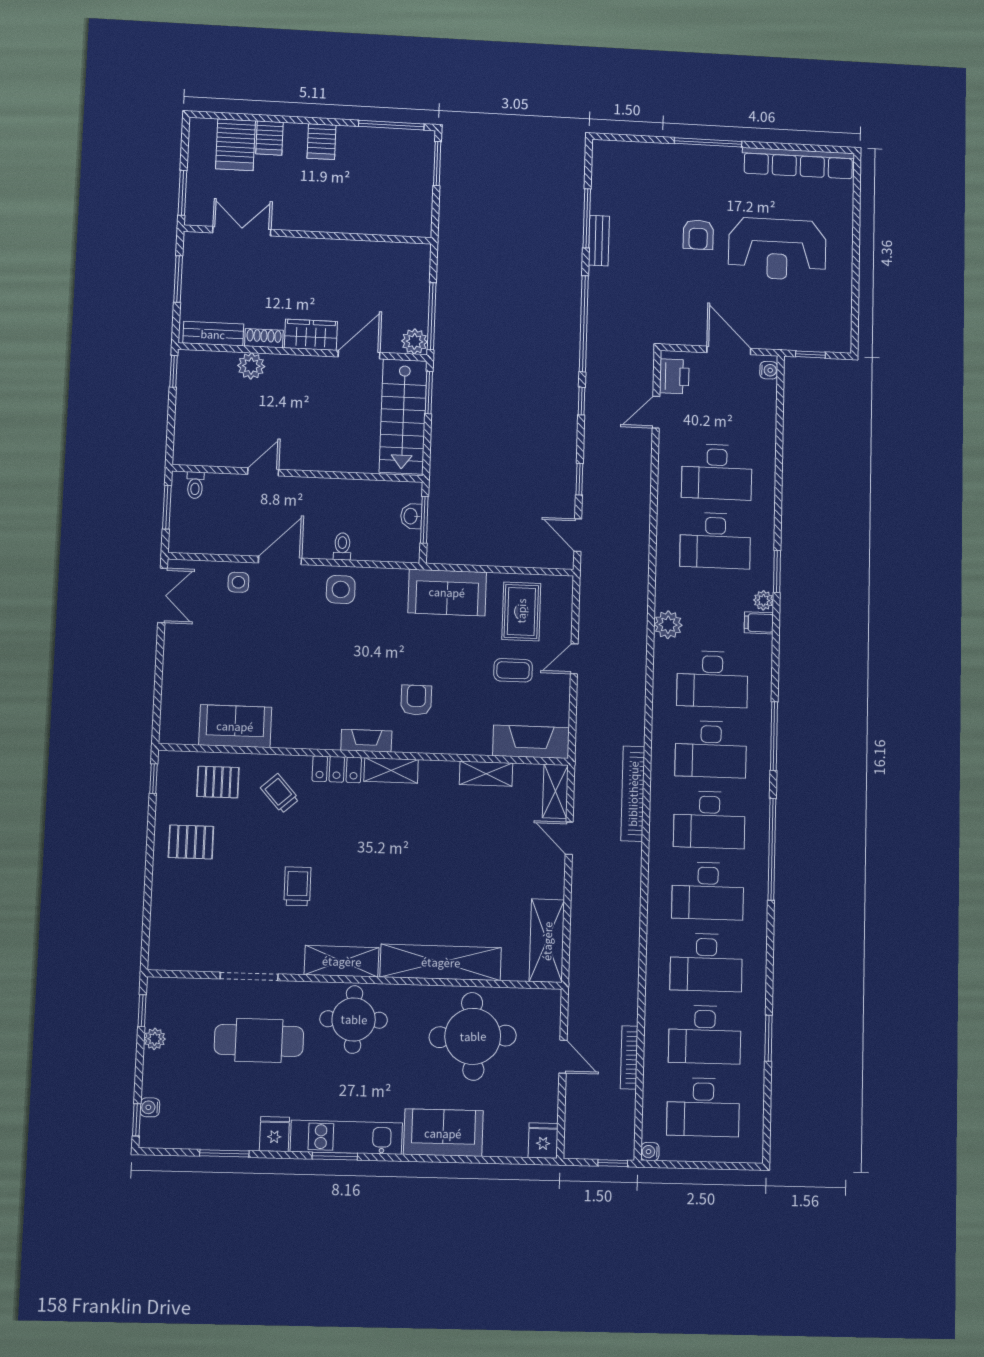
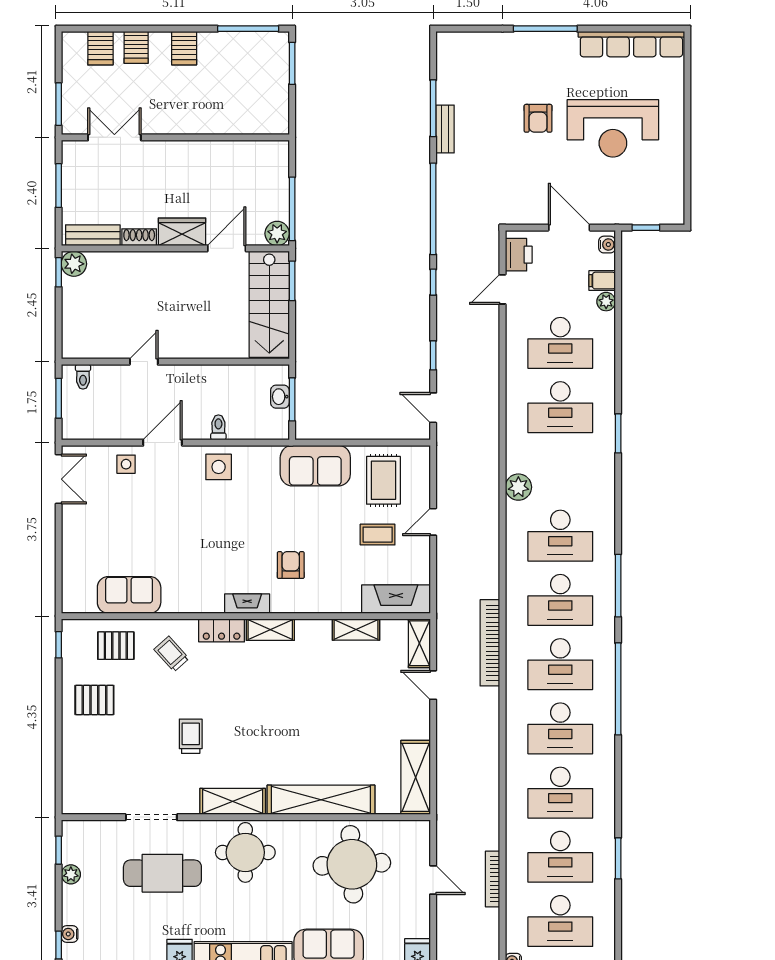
server rack: (235, 145) -> (100, 48), width x0.73, depth x0.70
plant: (251, 366) -> (74, 264), moved
plant: (763, 600) -> (606, 302), moved
filing cabinet: (759, 623) -> (602, 281), moved

